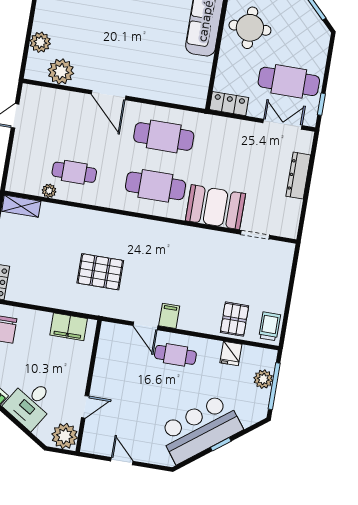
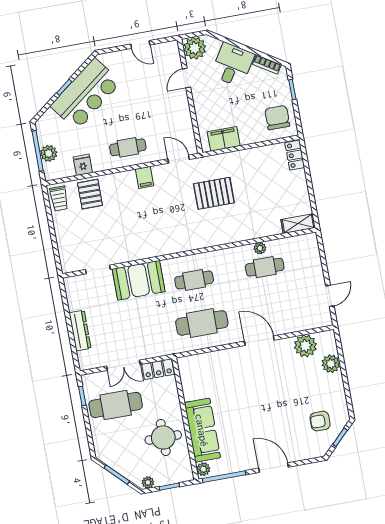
double door: (283, 124) -> (123, 365), moved
cafe table: (155, 186) -> (194, 280), width x0.73, depth x0.74
plant: (49, 191) -> (260, 248), moved
door: (145, 326) -> (179, 159), moved

